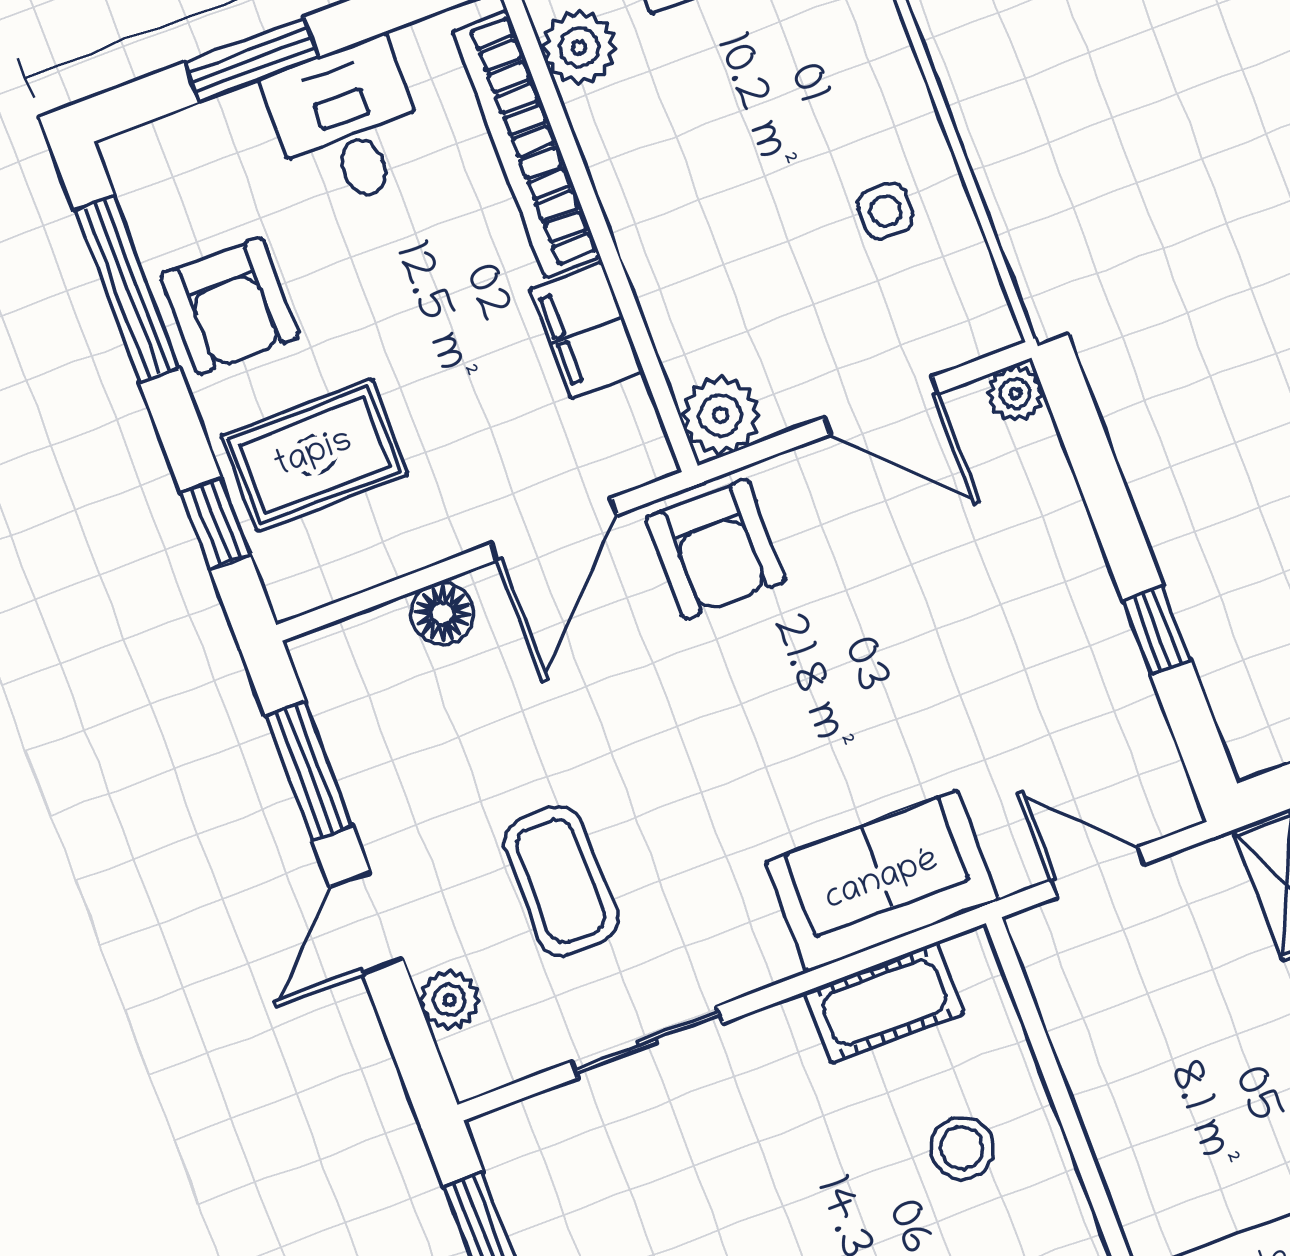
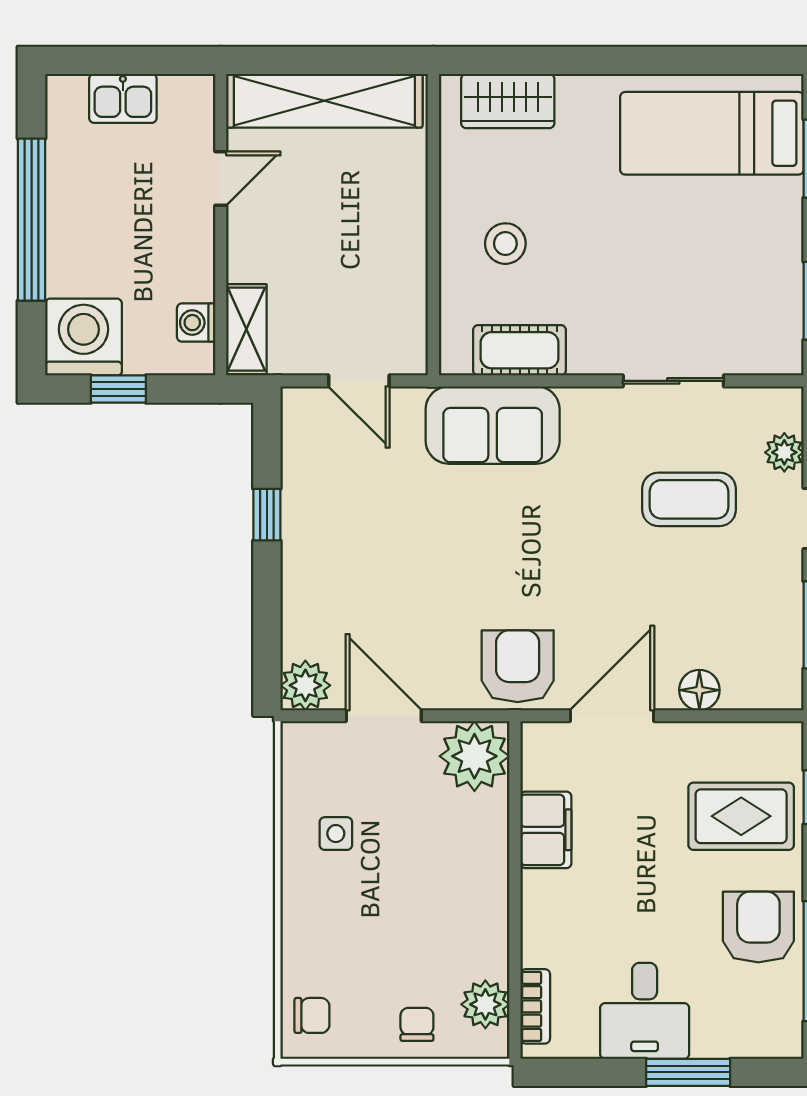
bookcase: (526, 144) -> (535, 1006), width x0.43, depth x0.76
plant: (1015, 393) -> (305, 685), width x1.38, depth x1.38
plant: (720, 415) -> (474, 756), width x1.36, depth x1.36
coffee table: (561, 881) -> (689, 499), turned 90

